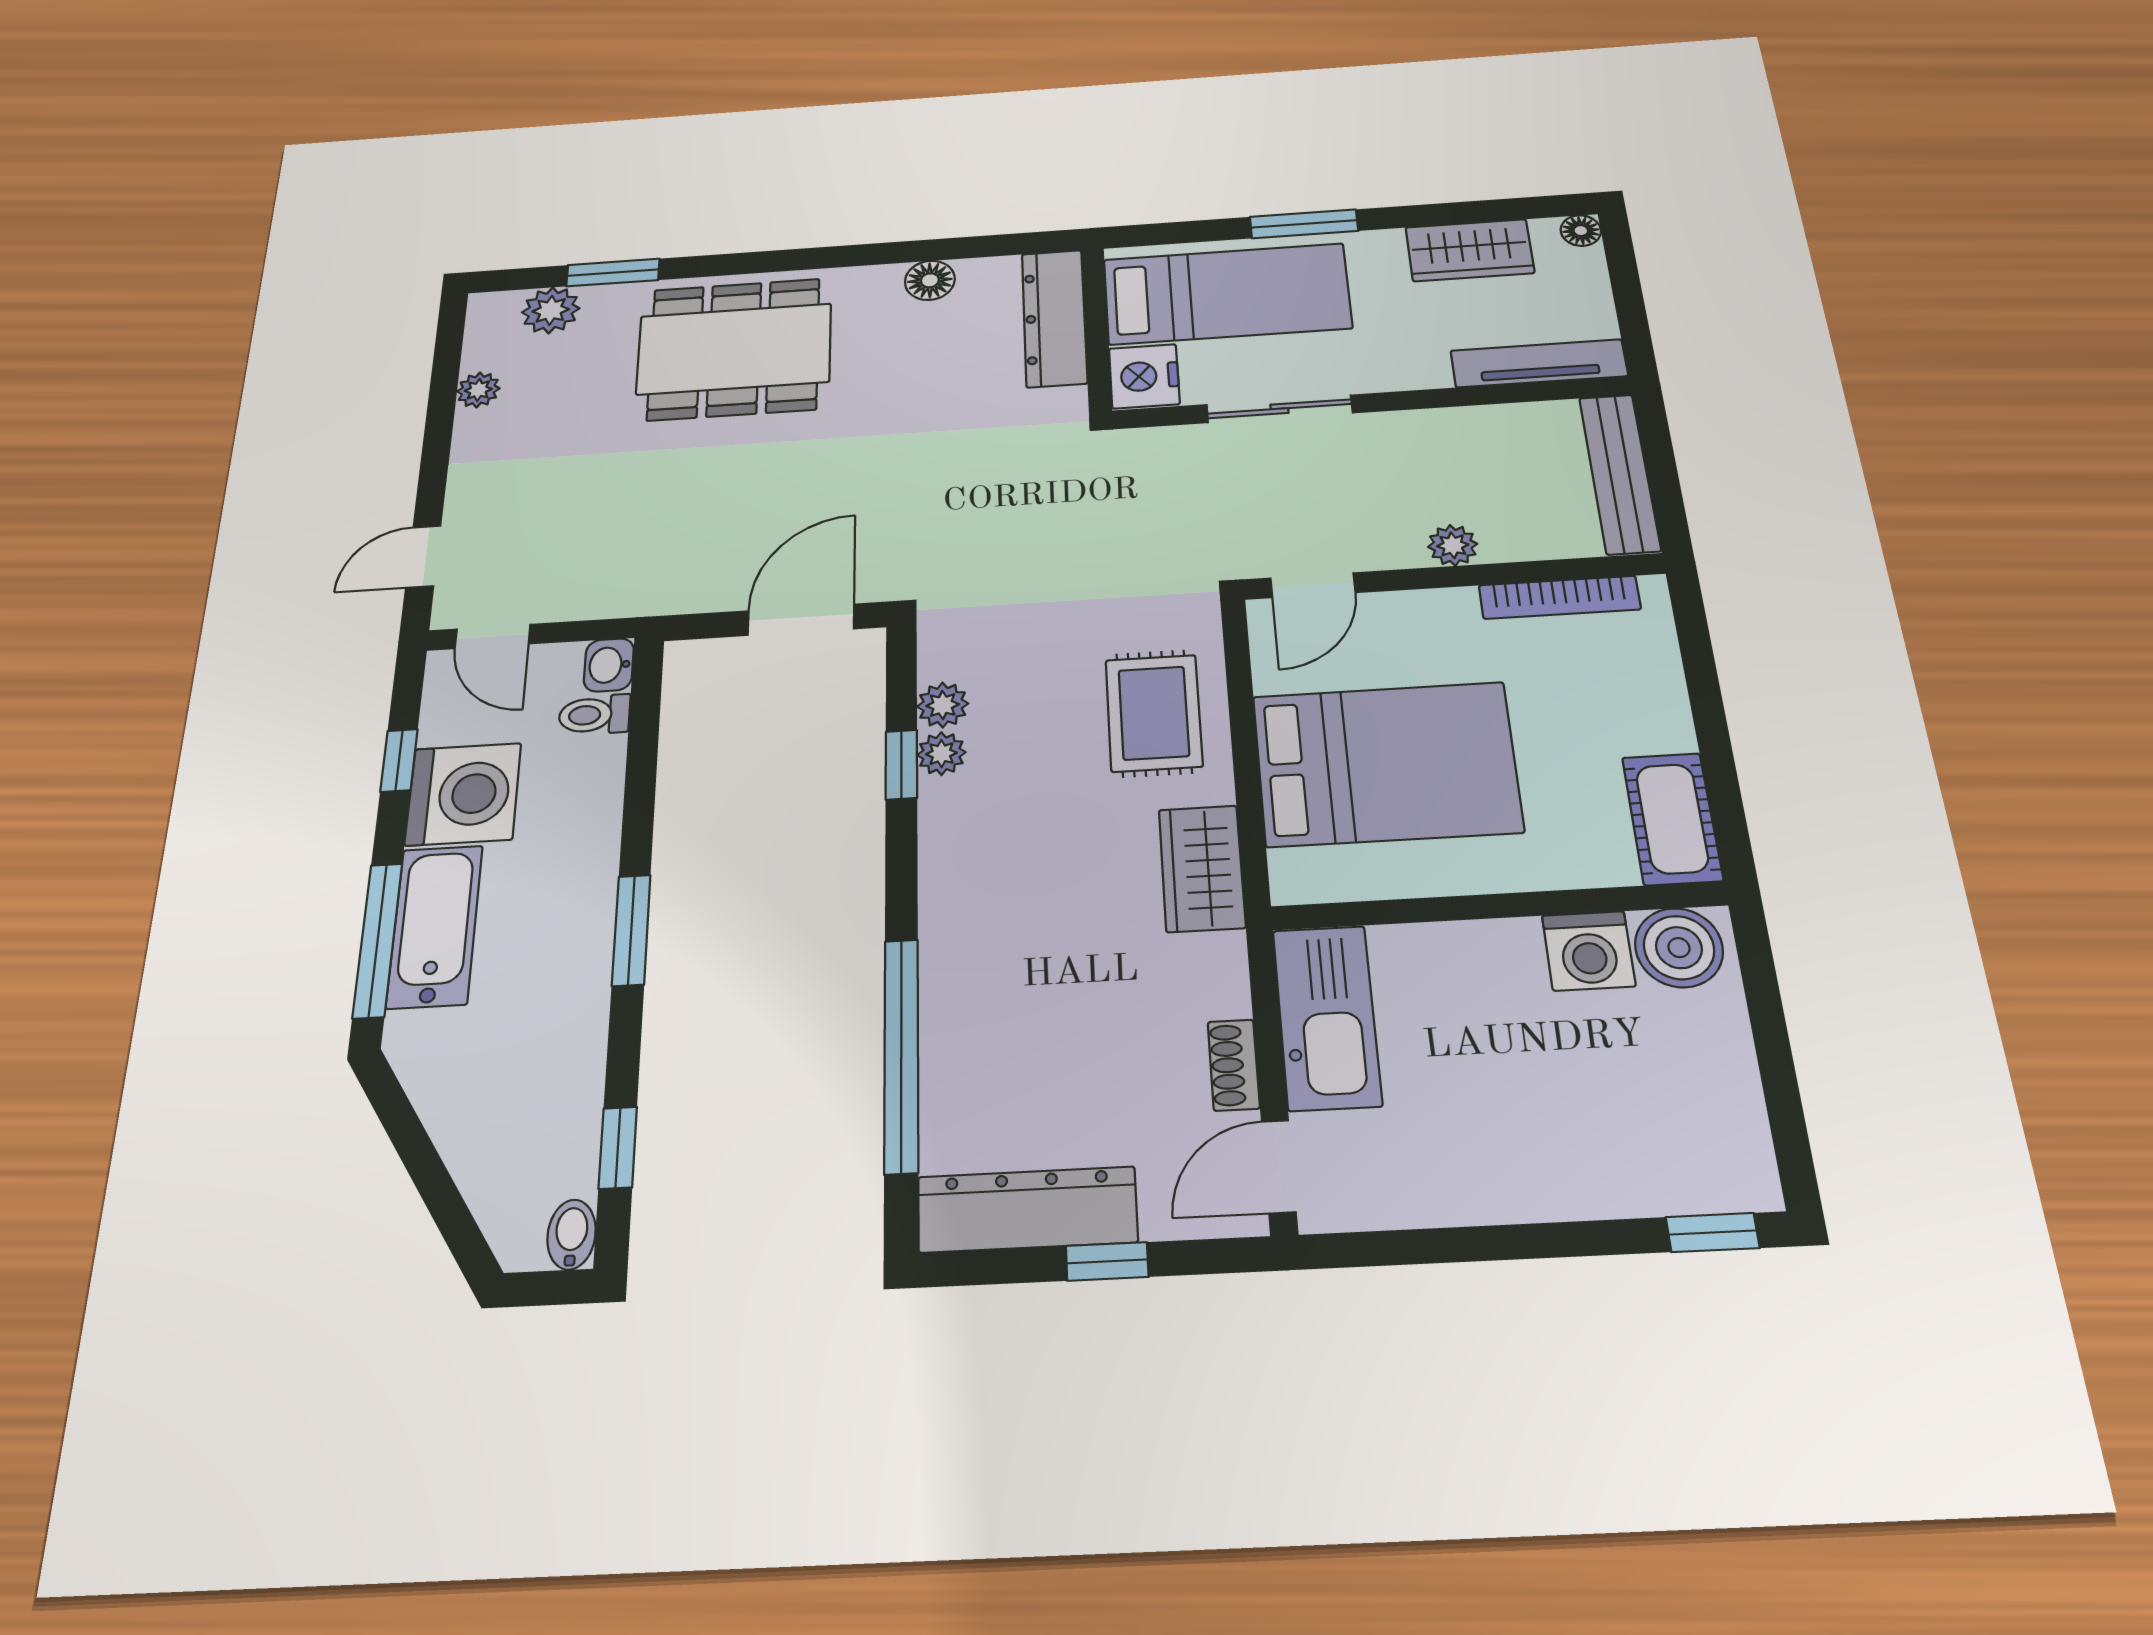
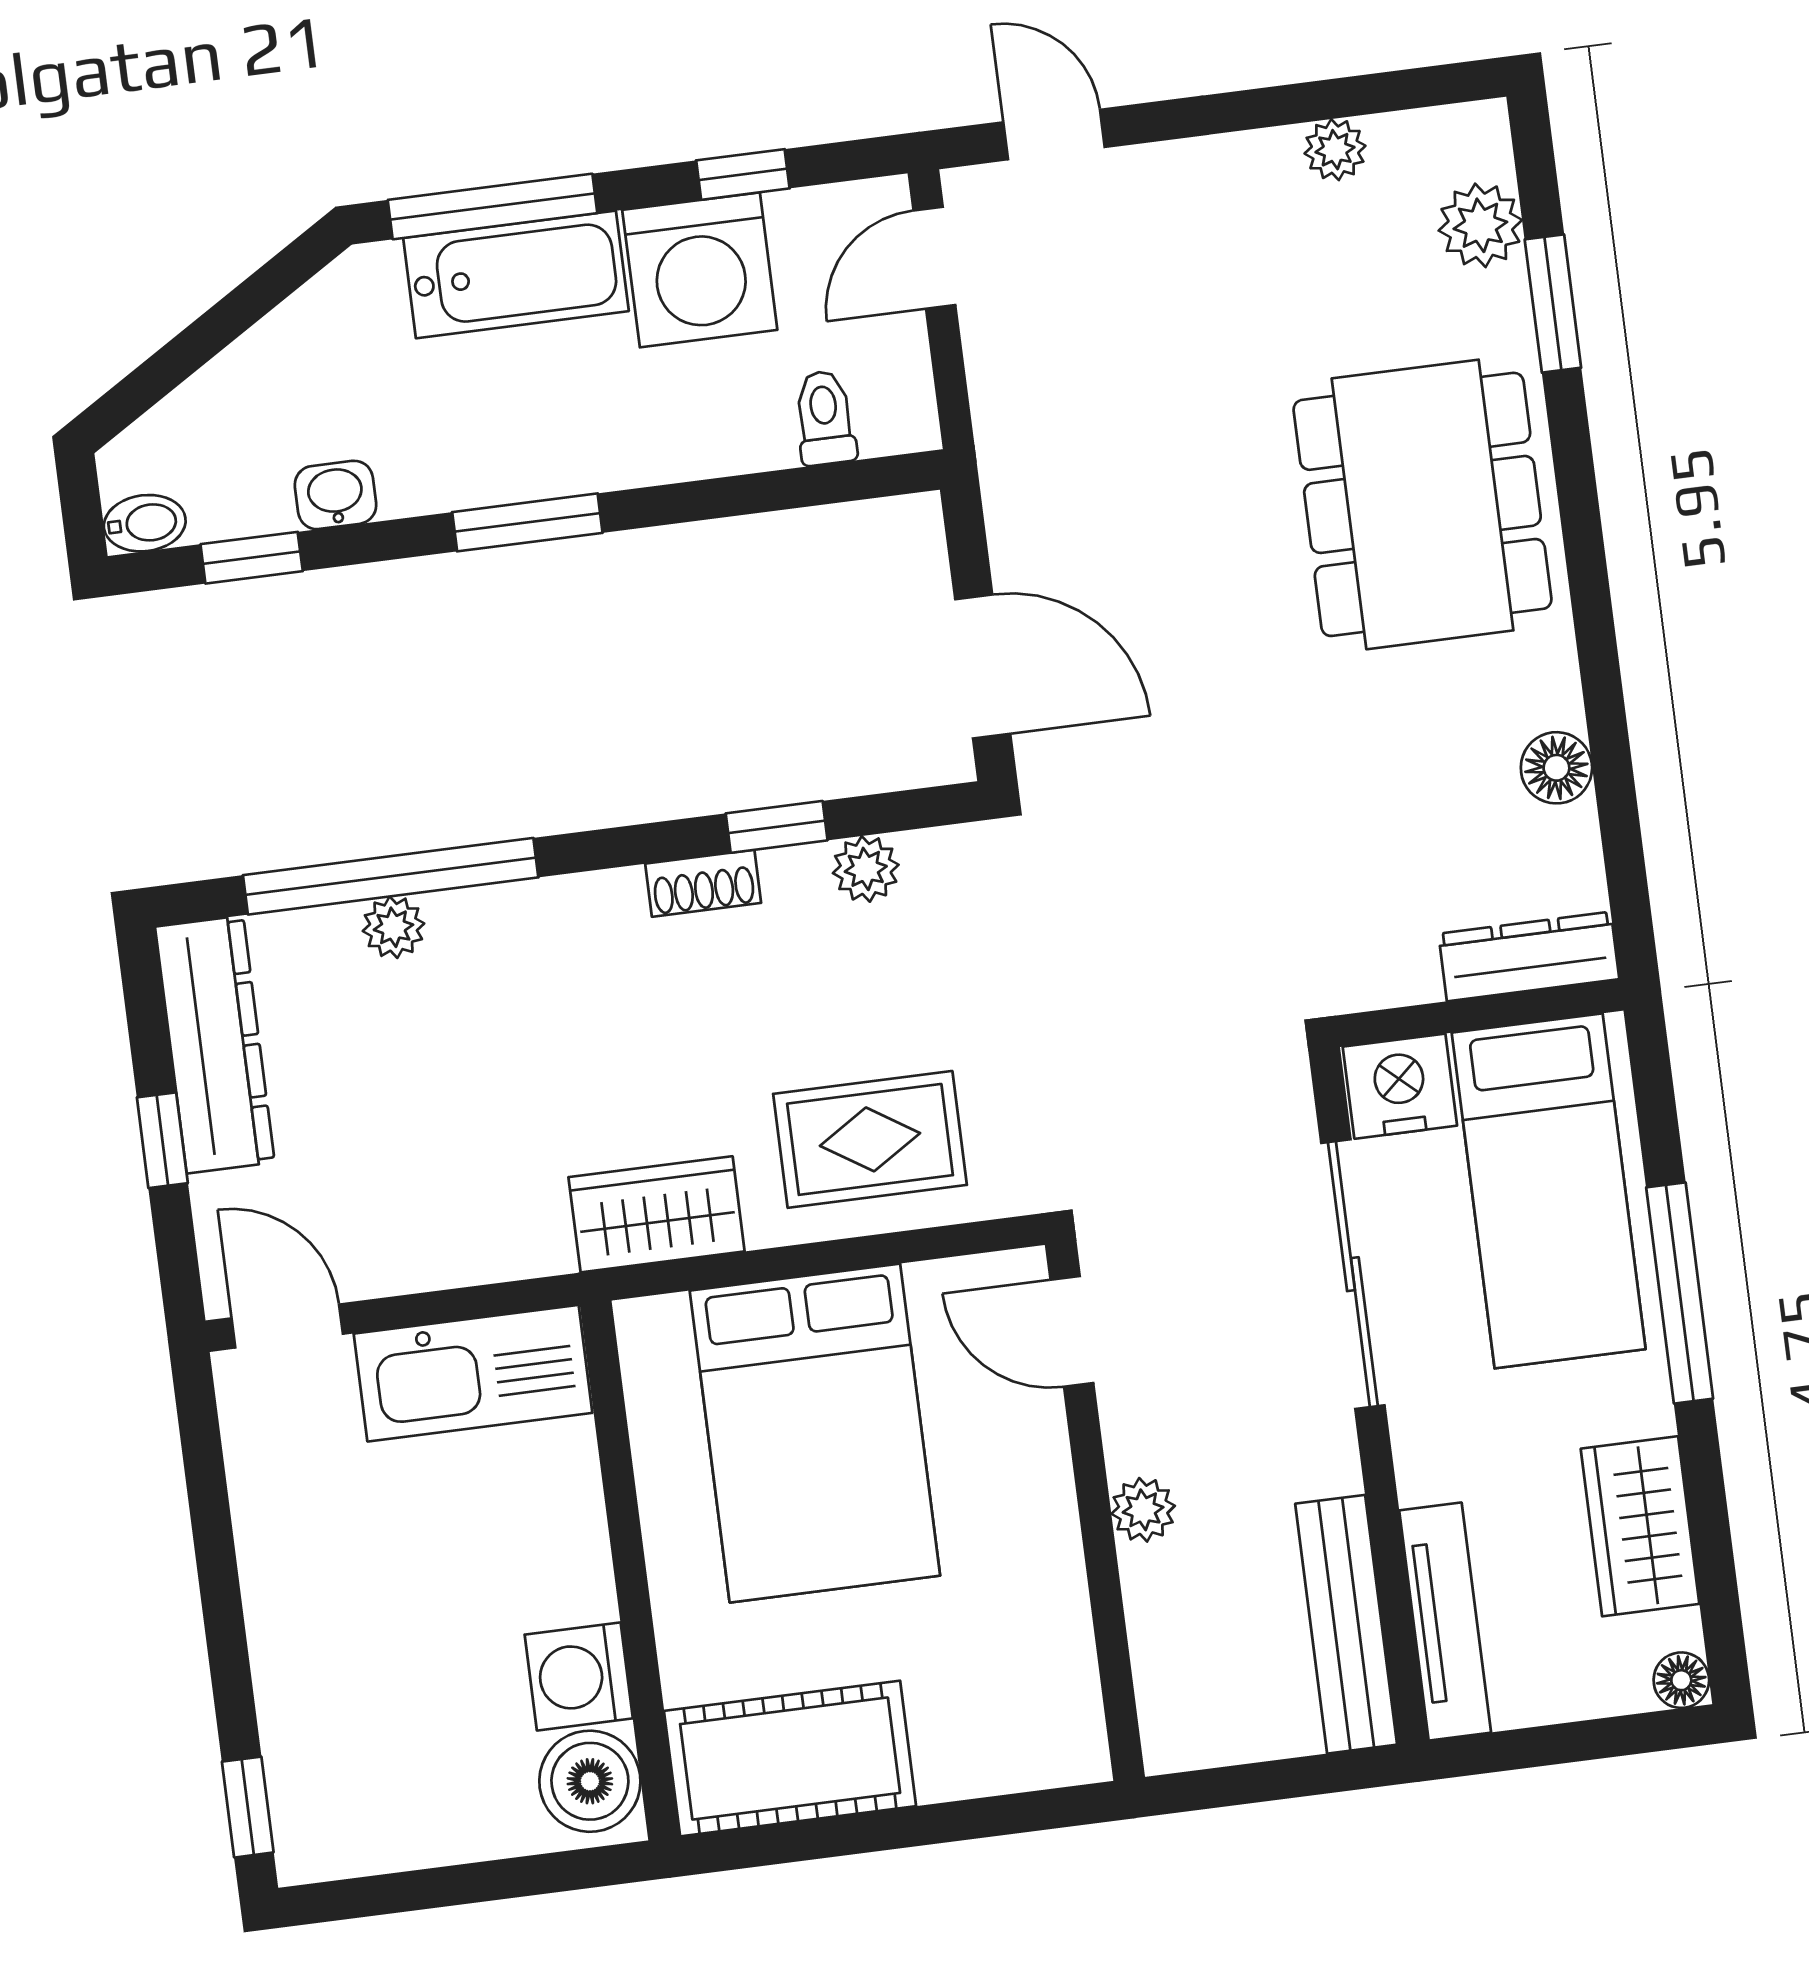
window: (1304, 224) -> (1680, 1293), width x1.44
dresser: (1054, 318) -> (1529, 956), width x0.73, depth x0.80
sliding door: (1279, 409) -> (1353, 1274), width x1.37
bench: (1620, 473) -> (1346, 1624), moved, turned 90
bookcase: (1560, 597) -> (1070, 1646), removed
washbasin: (609, 665) -> (335, 495), moved
plant: (941, 754) -> (393, 927), moved
cot: (1672, 819) -> (790, 1758), width x1.37, depth x1.34
shoe rack: (1234, 1065) -> (703, 883), moved, turned 180

